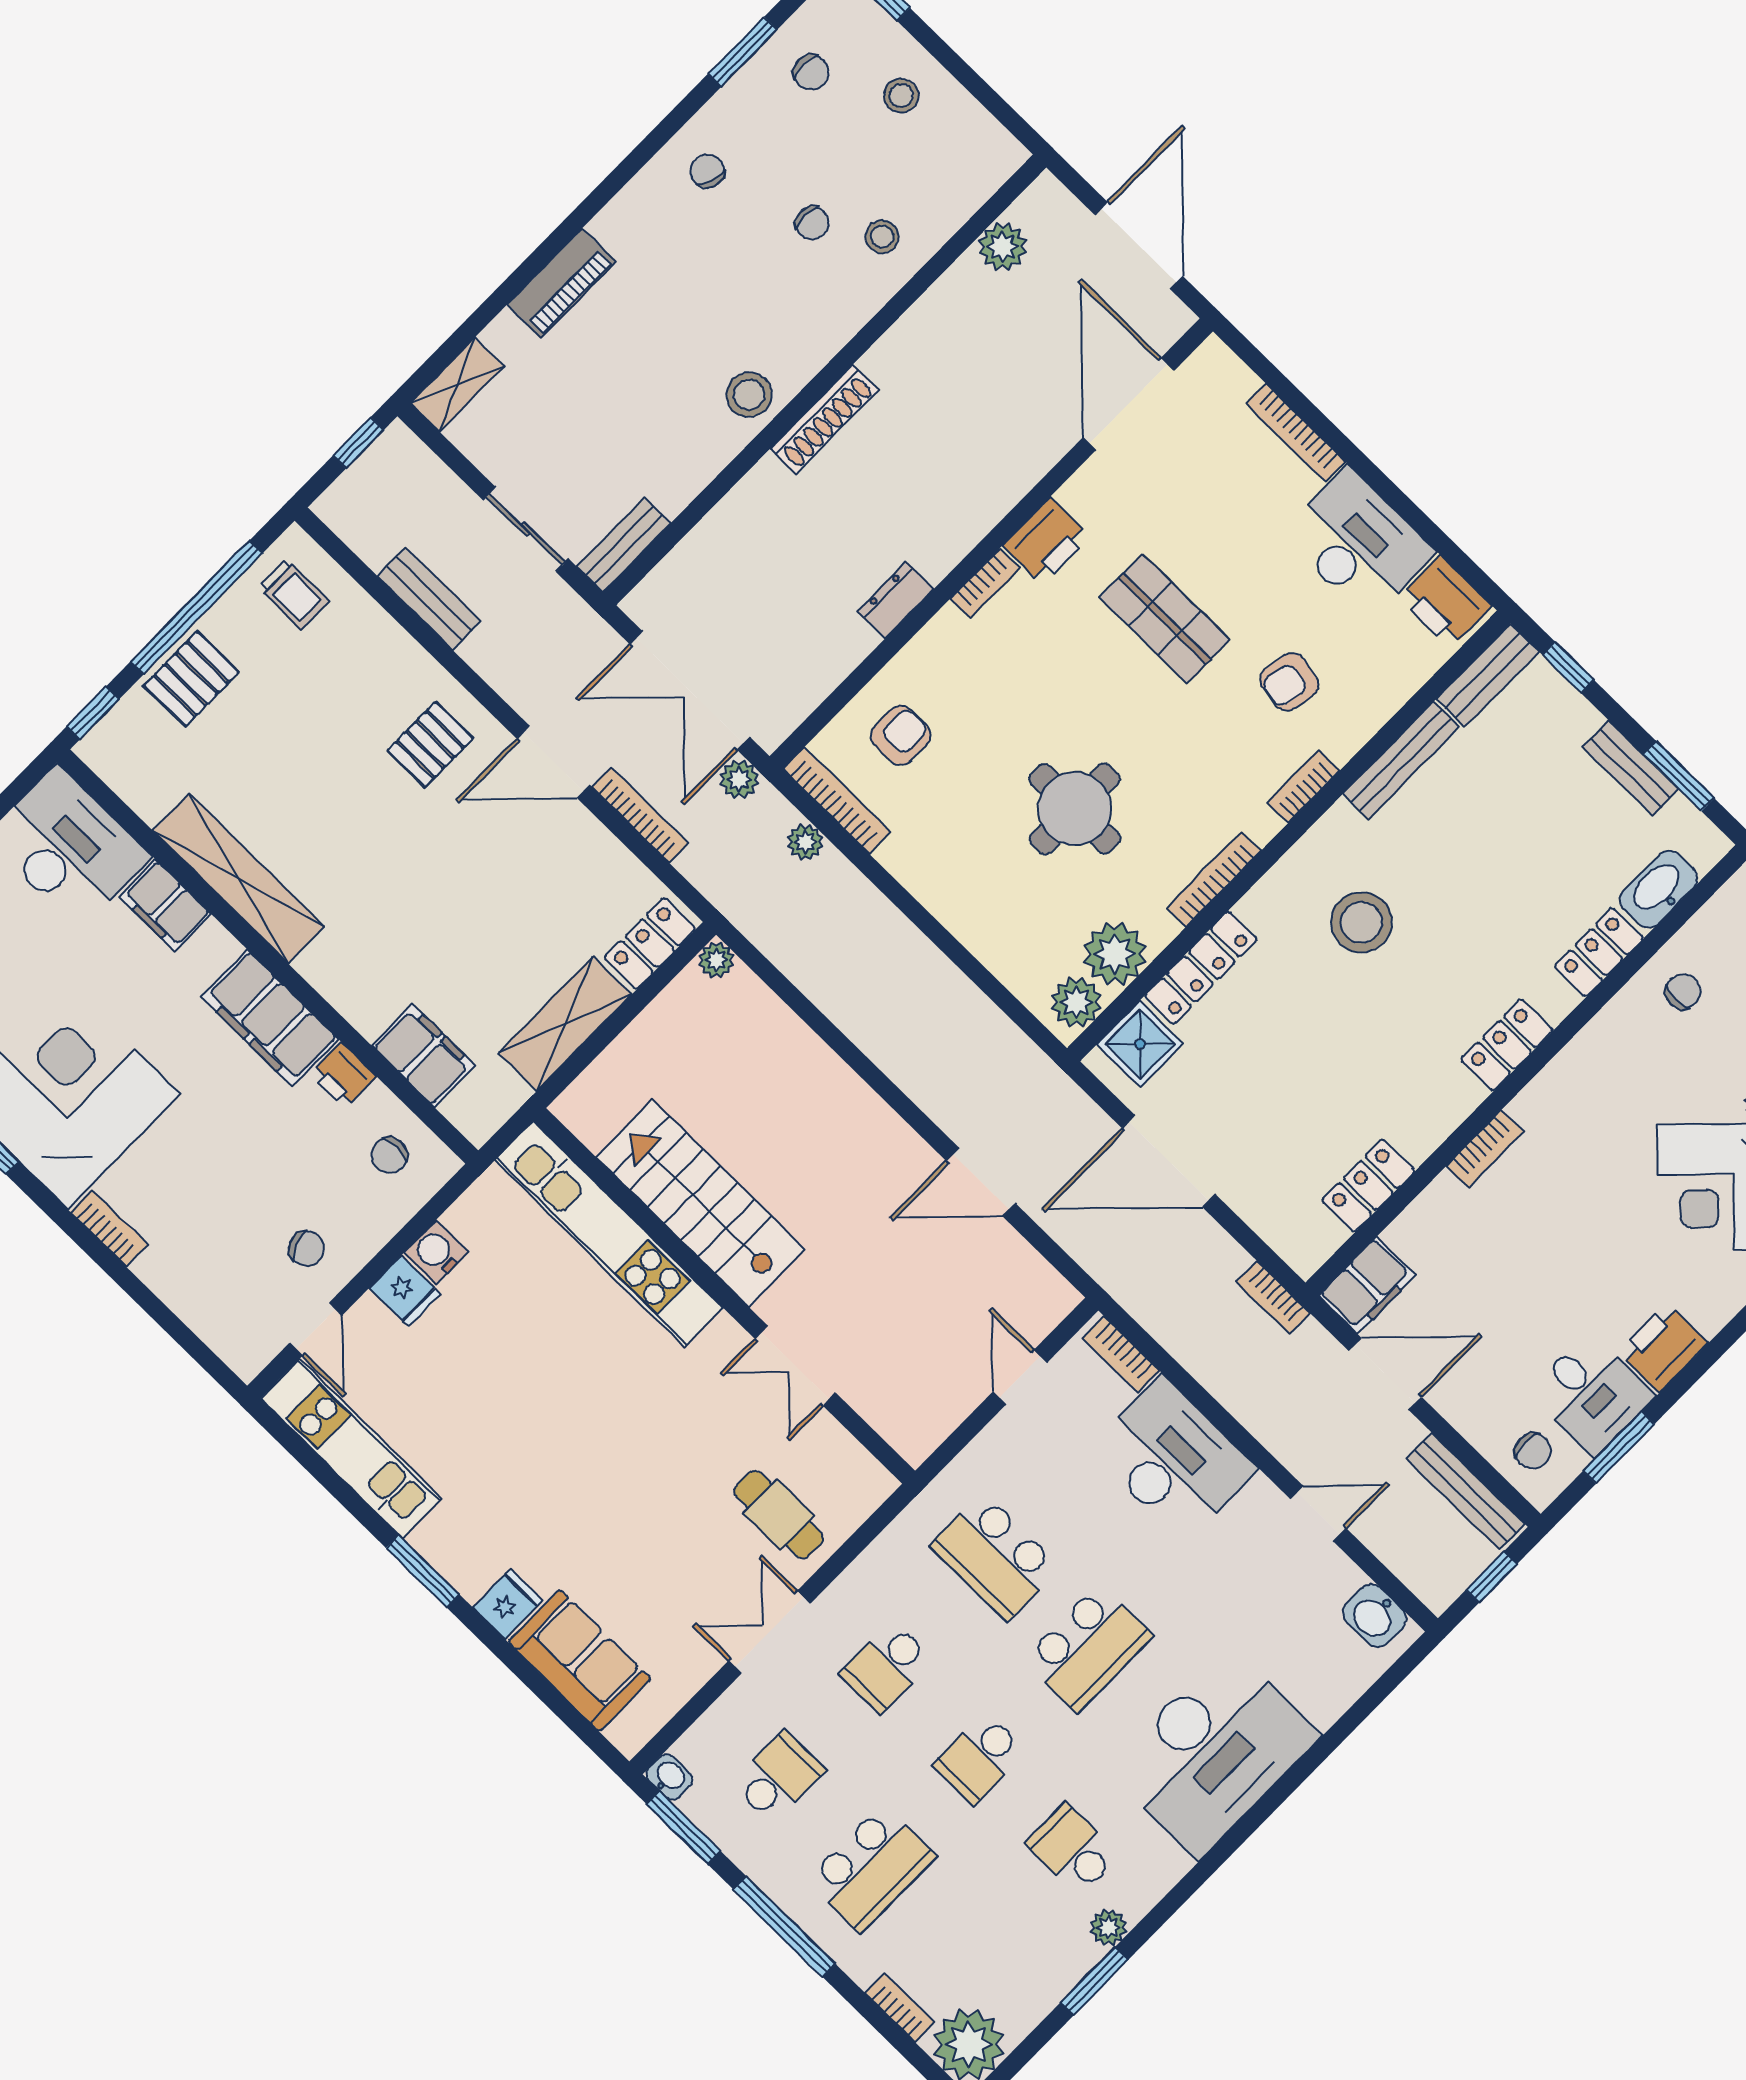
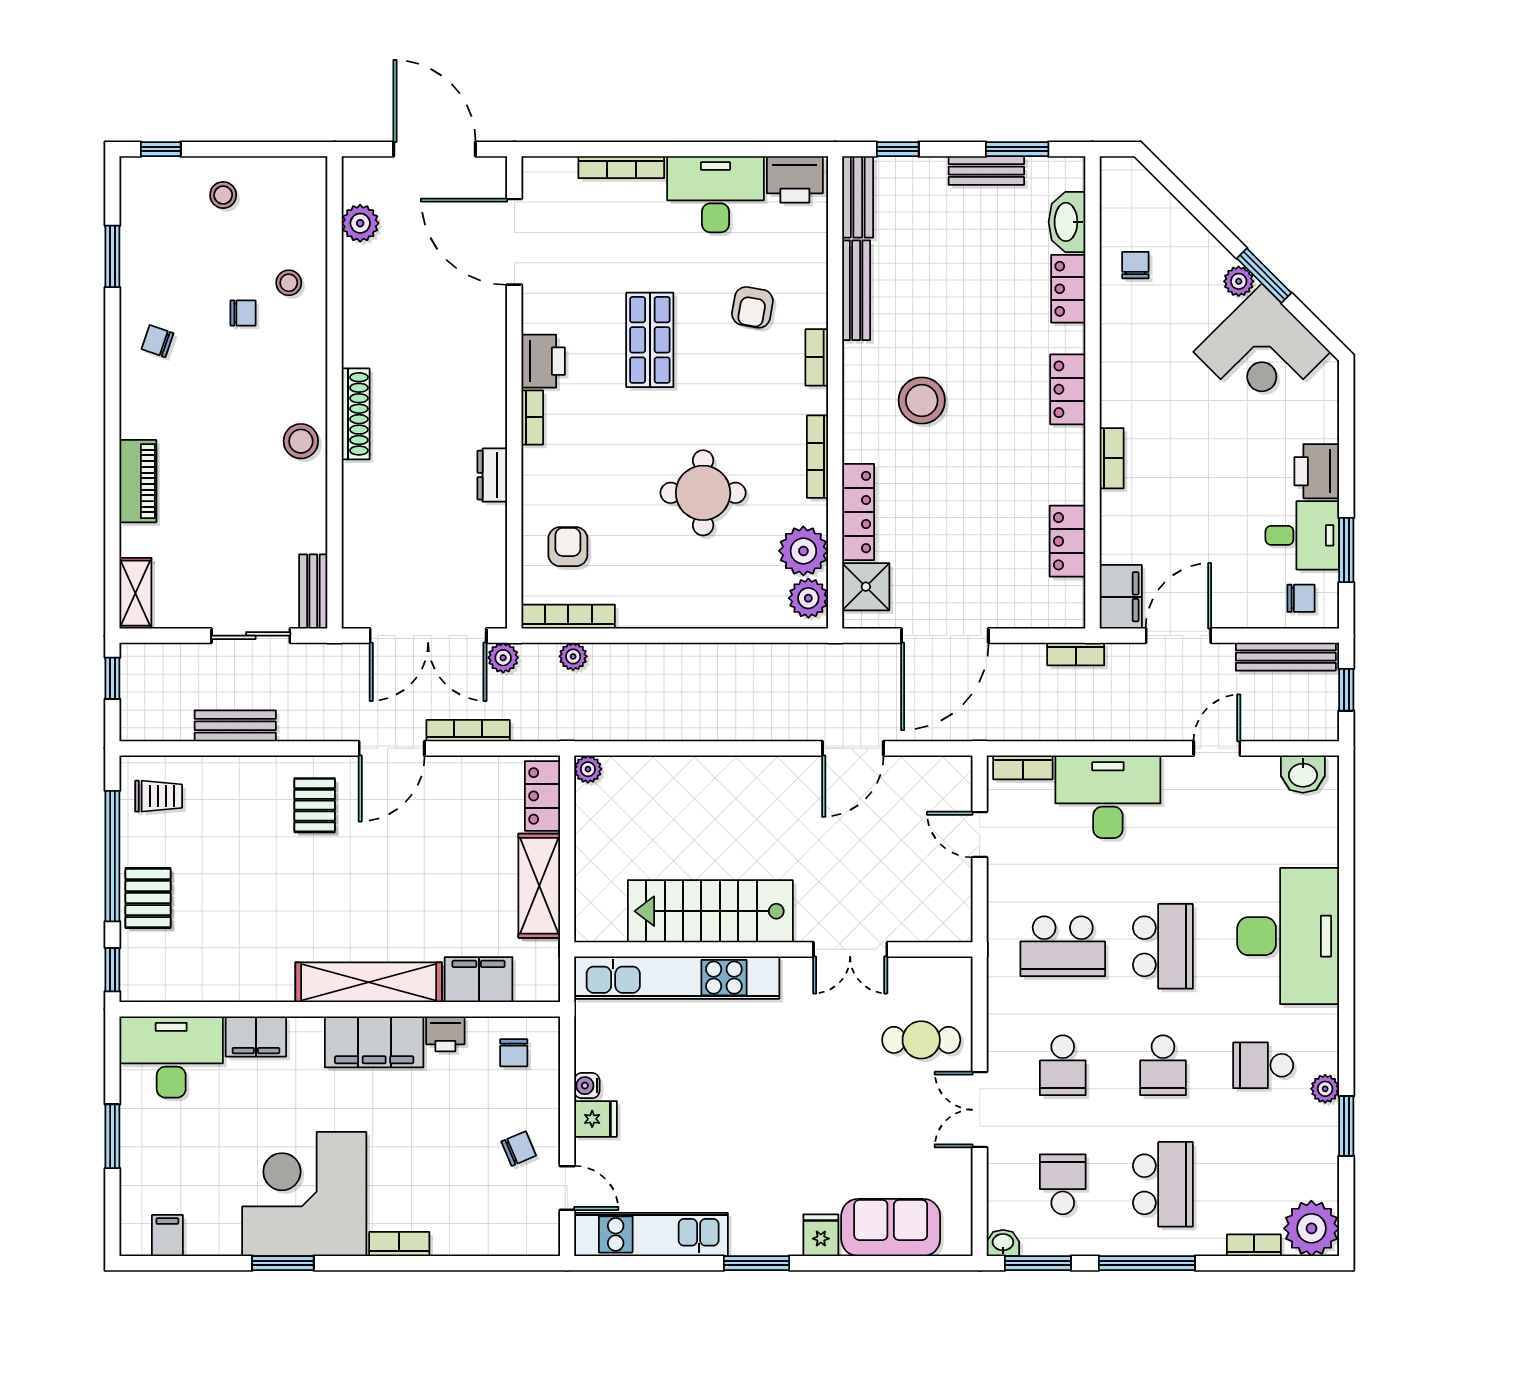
chair: (811, 72) -> (161, 231), removed
shop shelf: (1165, 619) -> (650, 340), turned 90
shelving: (238, 879) -> (369, 982), moved
water cooler: (436, 1252) -> (587, 1086), width x0.72, depth x0.72

